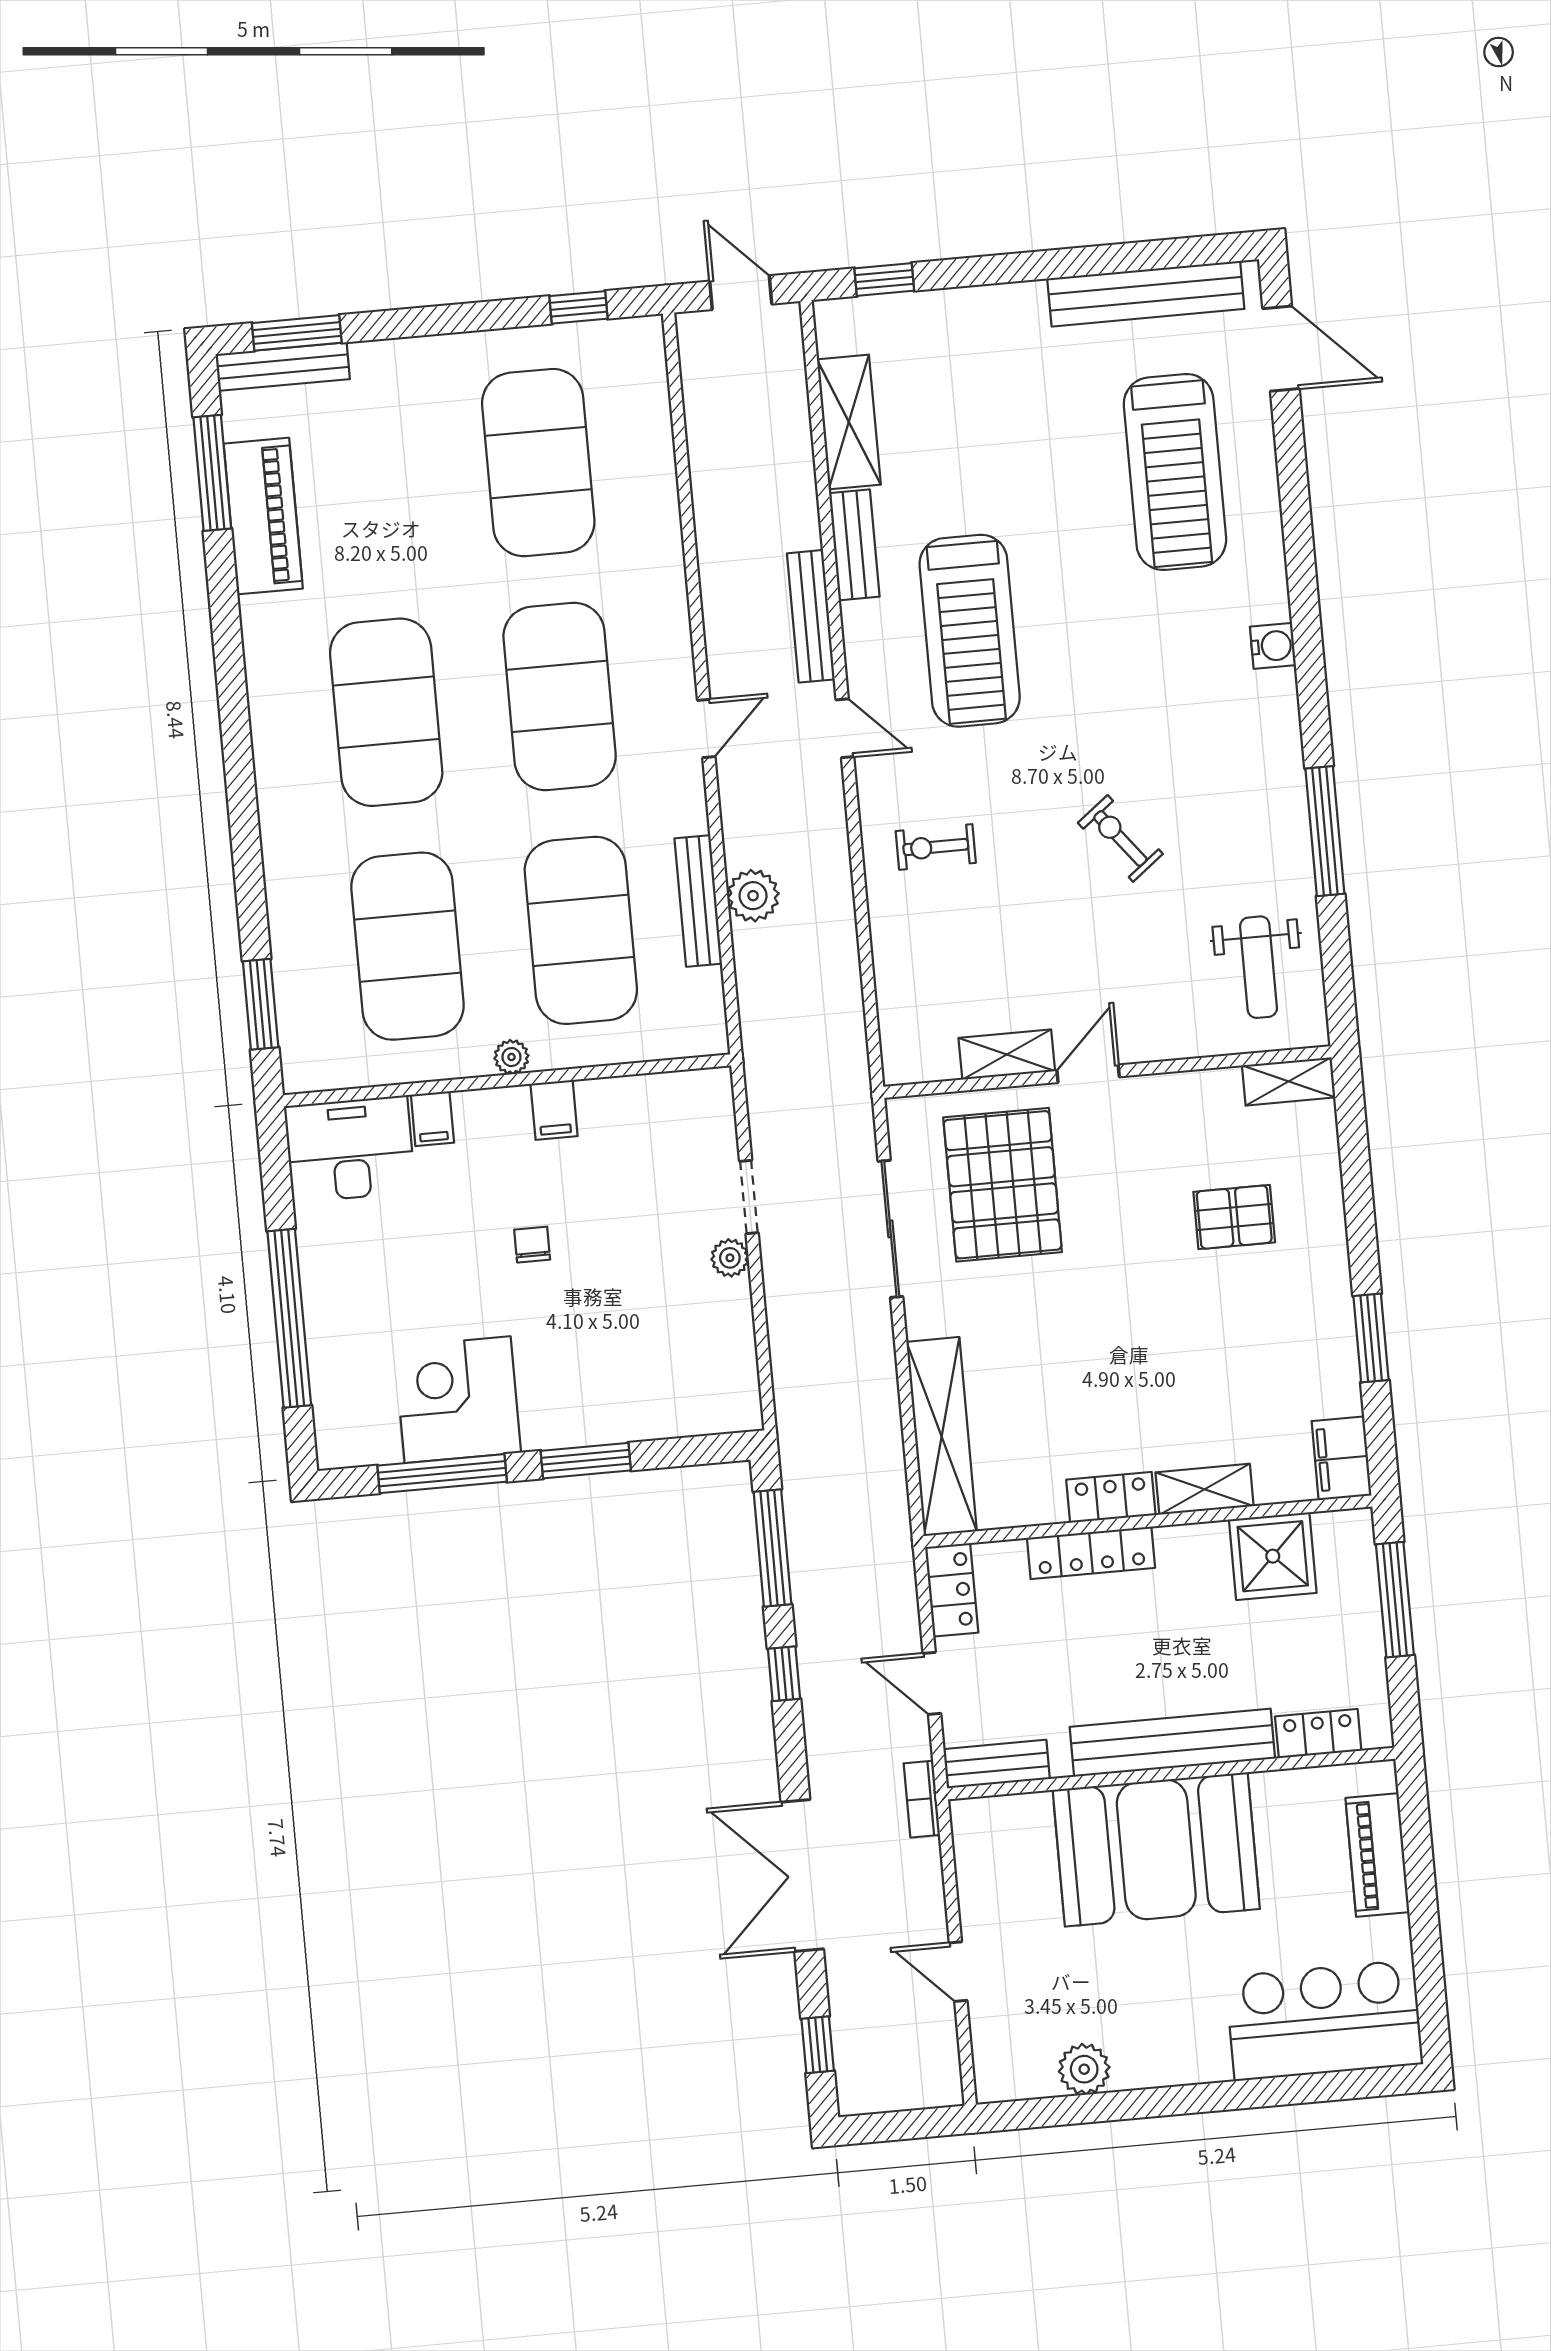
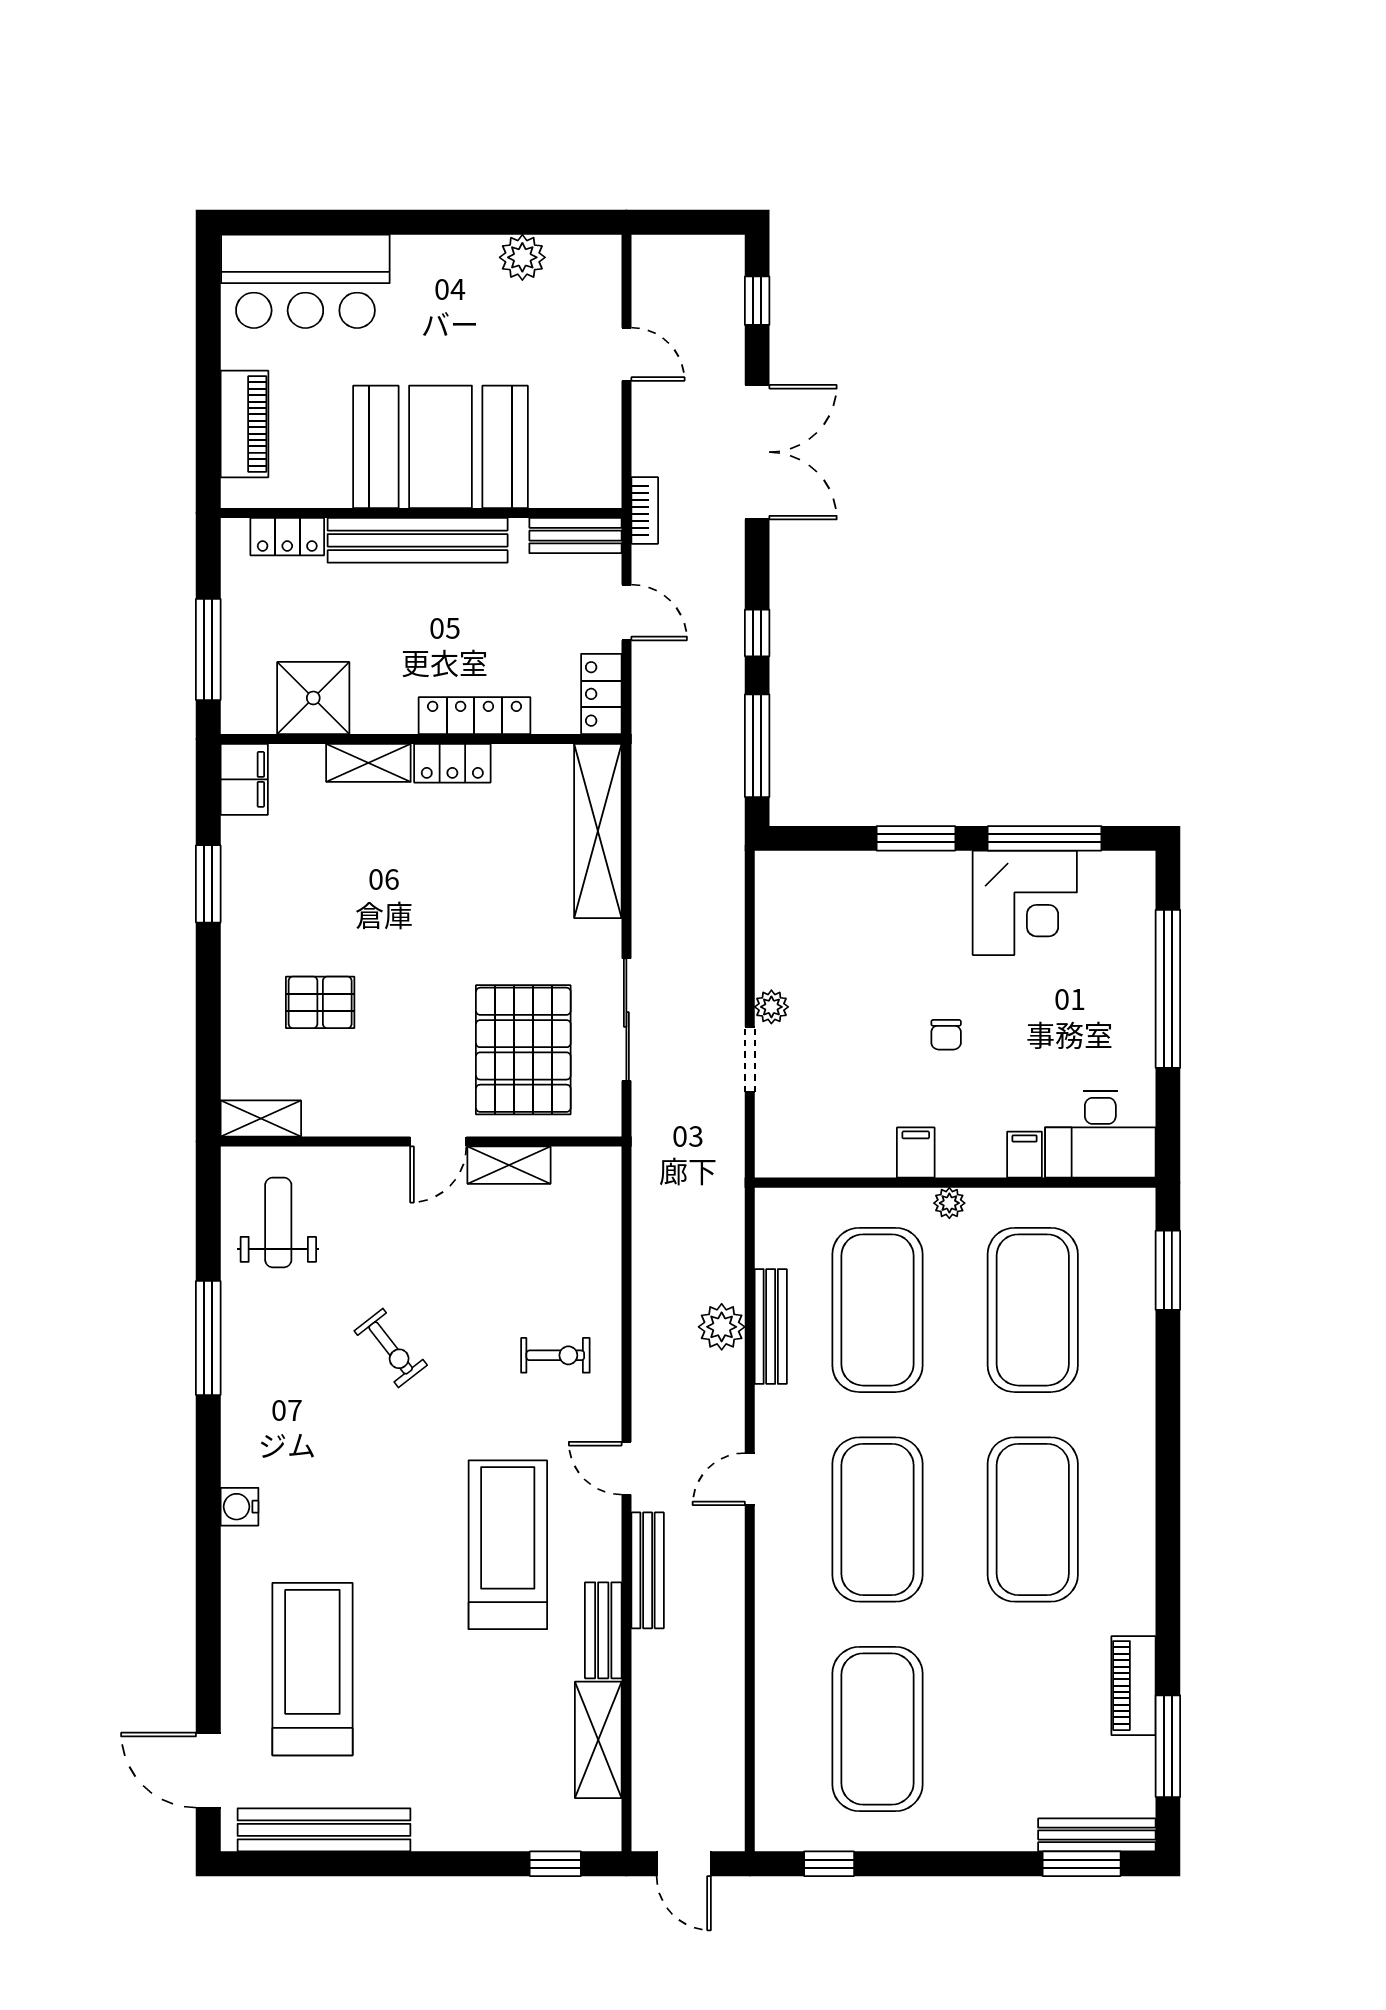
piano: (263, 516) -> (1133, 1686), width x0.73, depth x0.75

